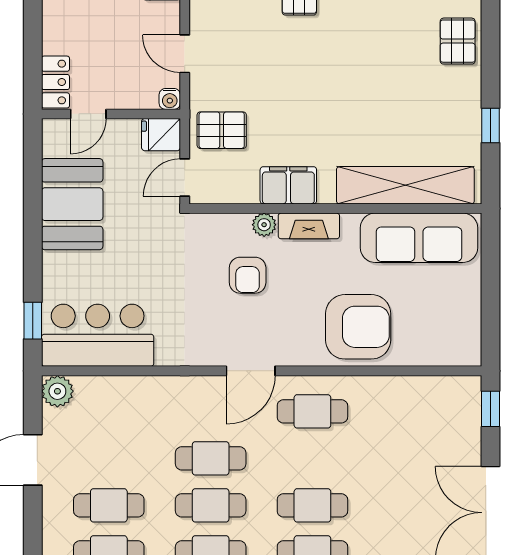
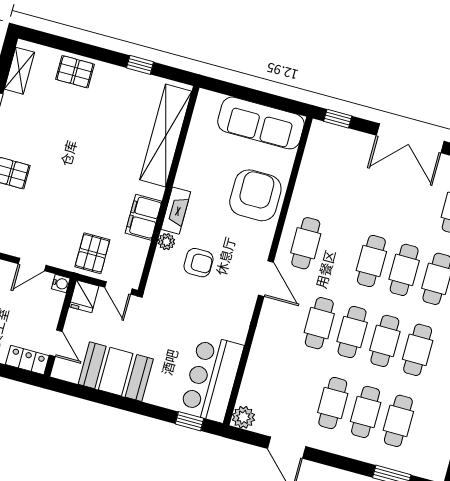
sofa: (419, 238) -> (261, 123), moved, turned 90

